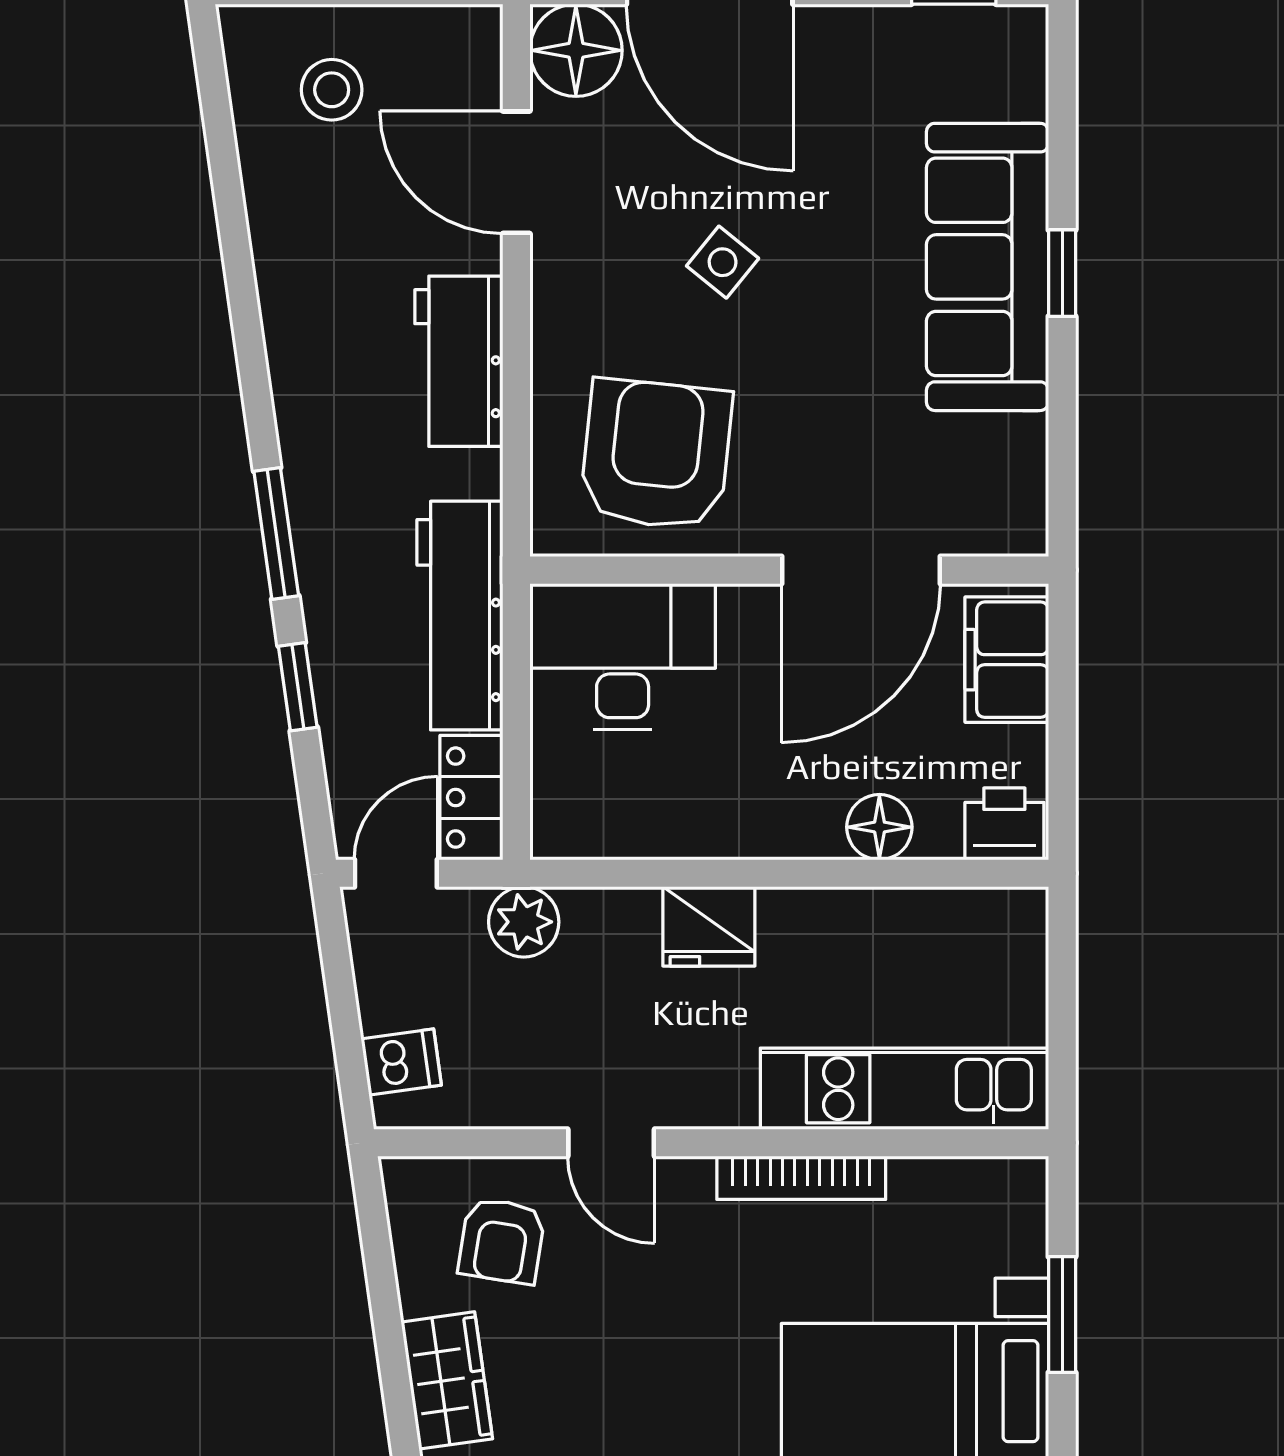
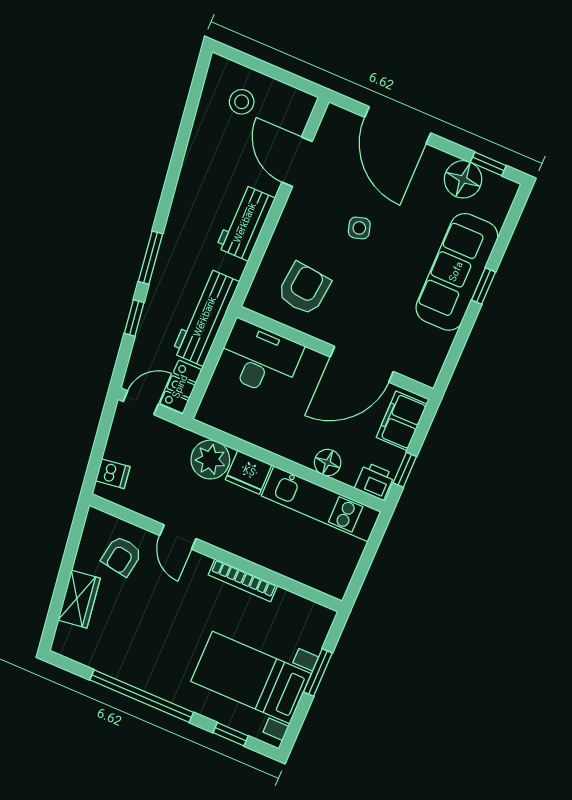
floor lamp: (576, 50) -> (463, 179), moved
side table: (723, 262) -> (359, 228), turned 35
armchair: (656, 454) -> (304, 289), width x0.73, depth x0.73
window: (1062, 768) -> (405, 470), added
plant: (524, 922) -> (210, 460), moved, width x1.36, depth x1.36
kitchen unit: (904, 1089) -> (321, 504), moved, turned 180

